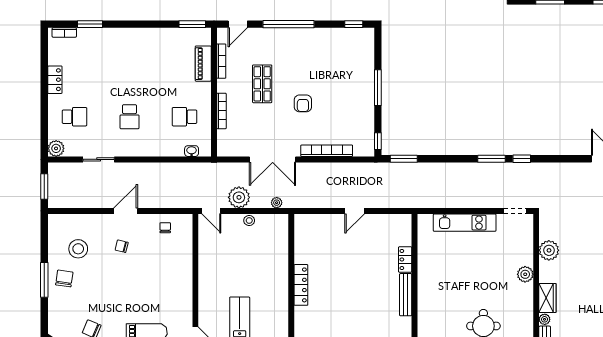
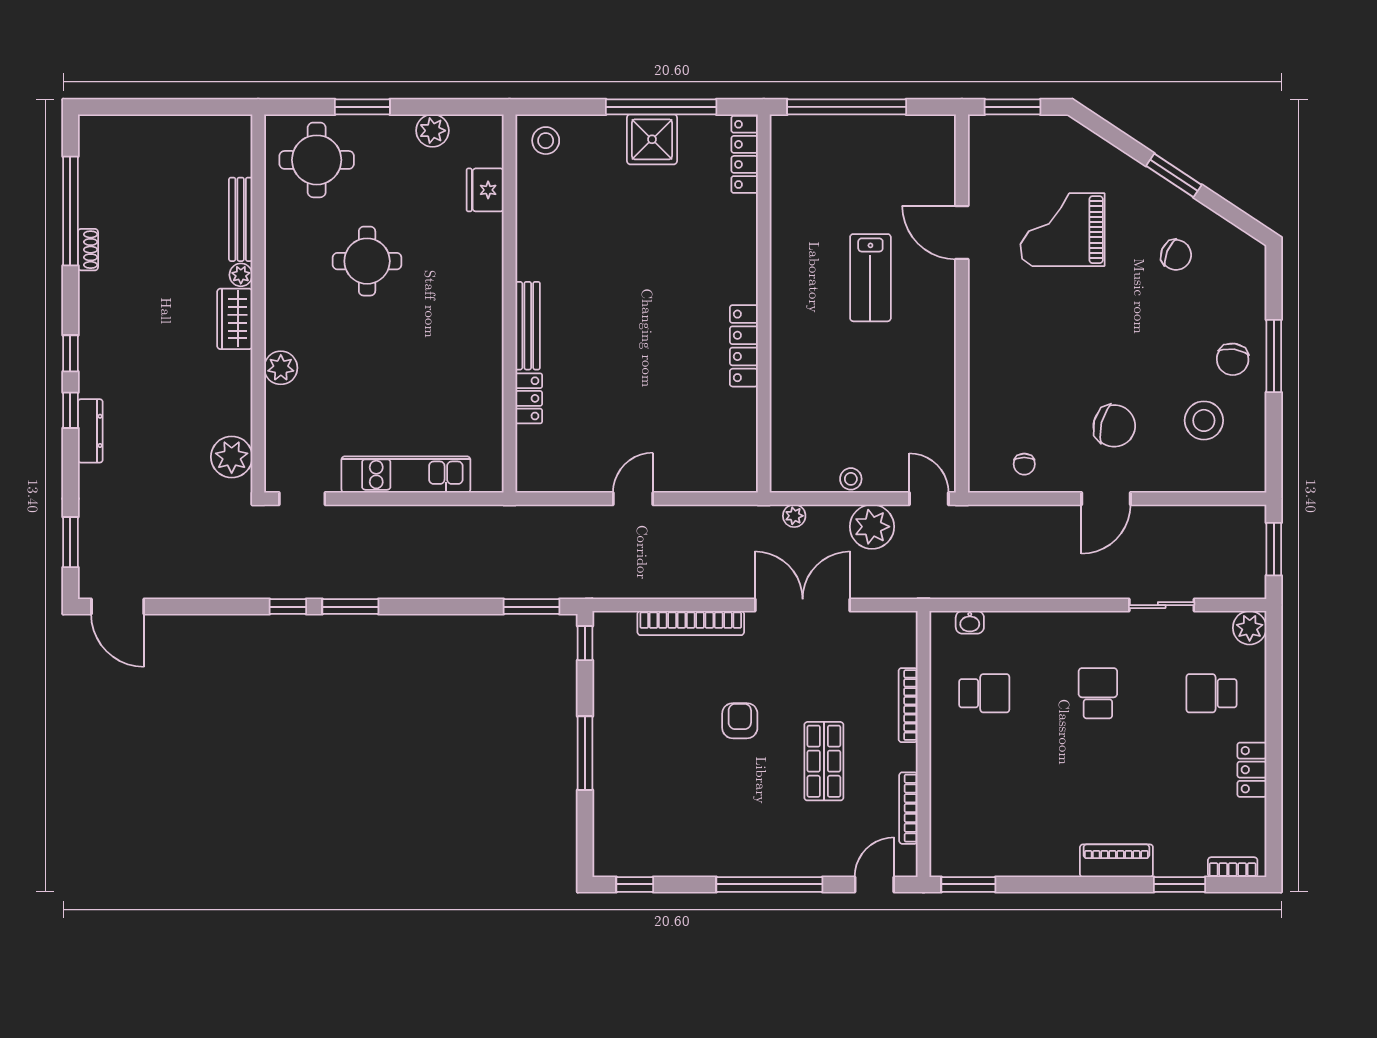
piano: (203, 64) -> (1116, 861), moved, turned -90
chair: (122, 246) -> (1114, 426), width x1.87, depth x1.87
plant: (549, 250) -> (232, 457), moved

